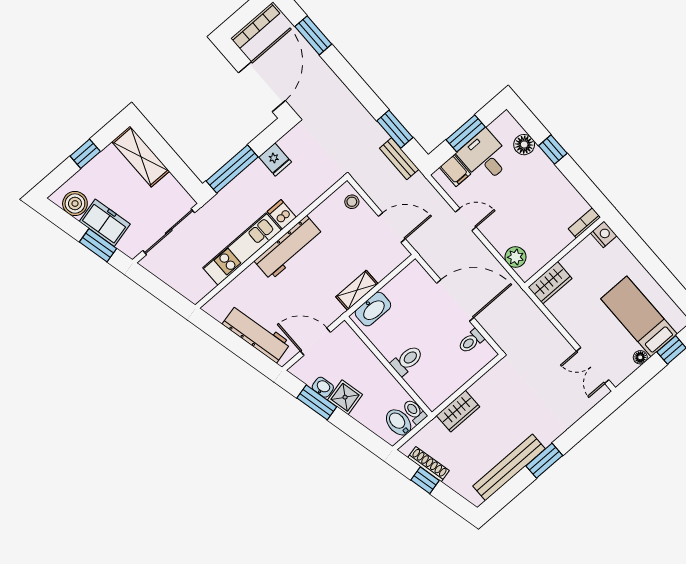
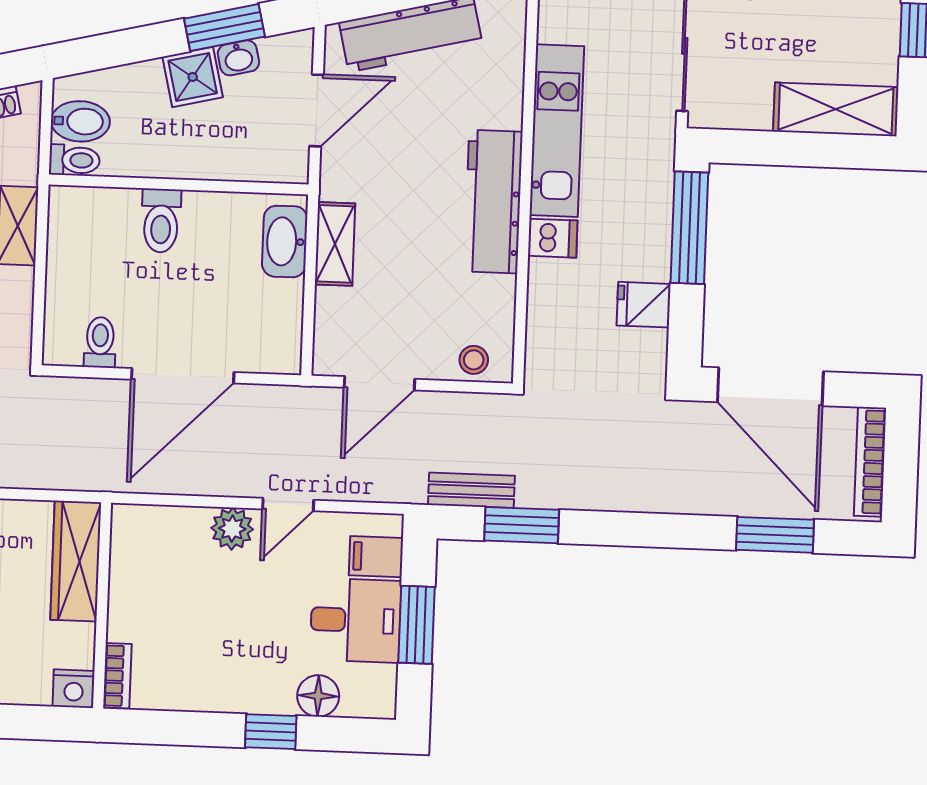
plant: (516, 257) -> (232, 529), moved
wardrobe: (550, 283) -> (76, 561), width x1.50

